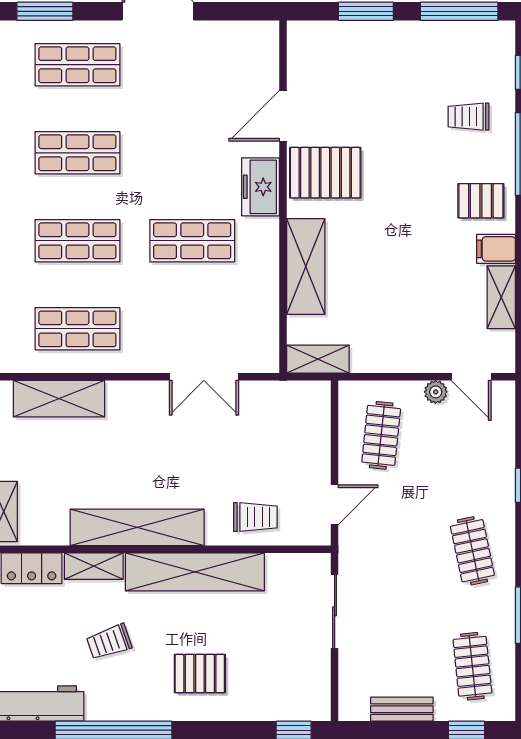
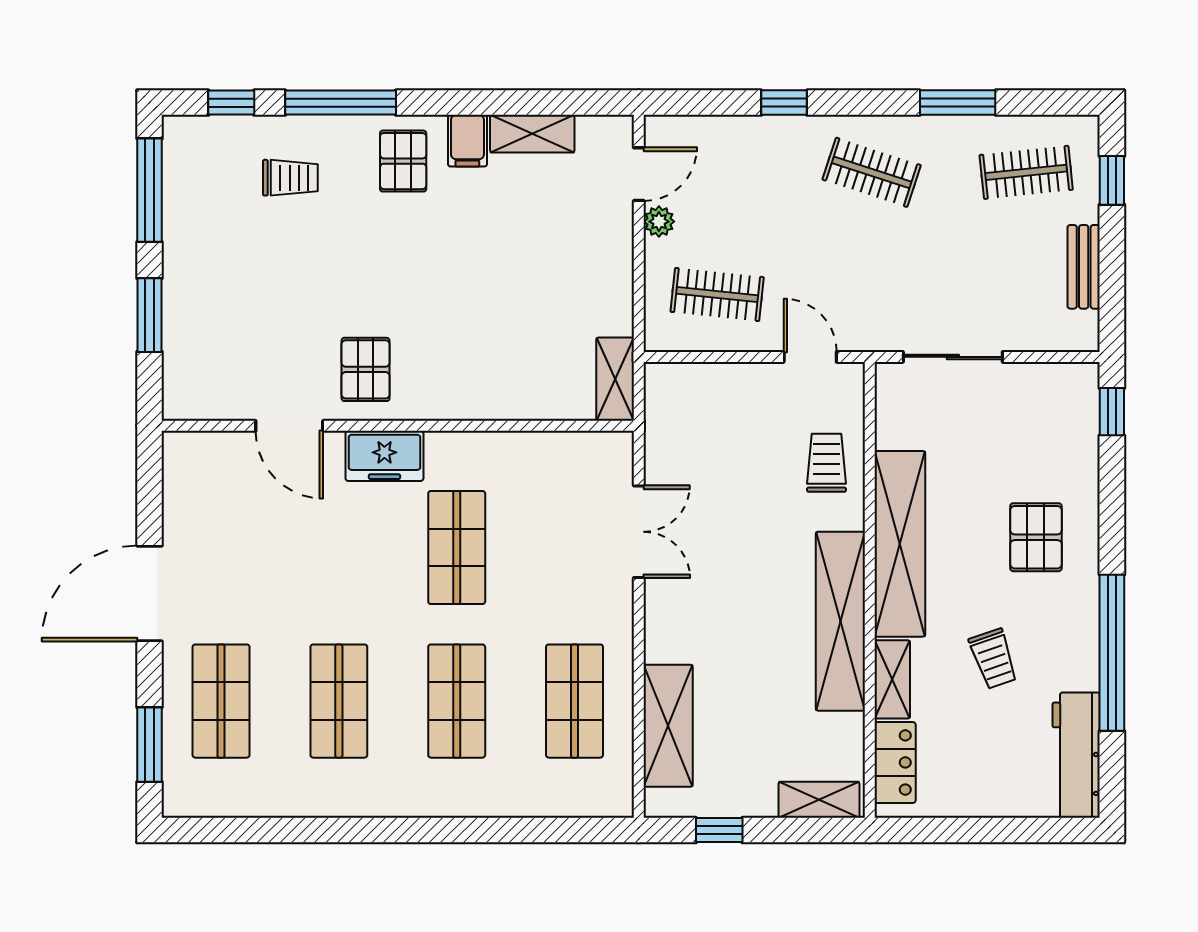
trolley: (468, 117) -> (290, 178), turned -90
pallet: (325, 173) -> (366, 369), width x0.67, depth x0.71
shelving: (306, 266) -> (491, 395), removed
clothes rail: (472, 551) -> (872, 172), turned 30

